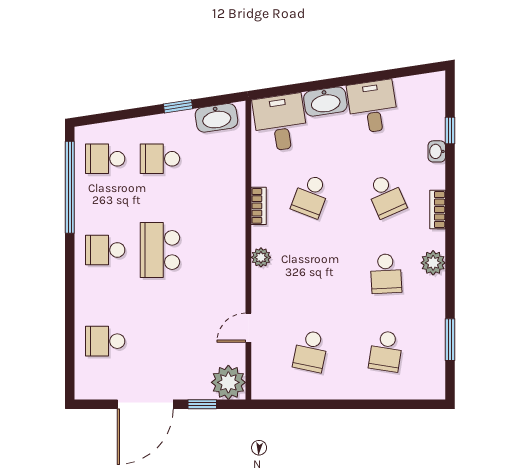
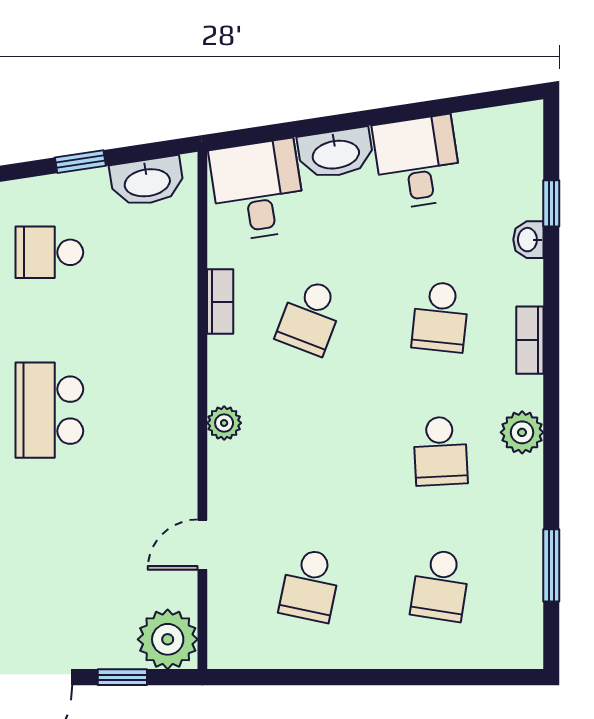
school desk: (386, 196) -> (440, 317), turned 30
bookcase: (259, 206) -> (220, 302), moved

